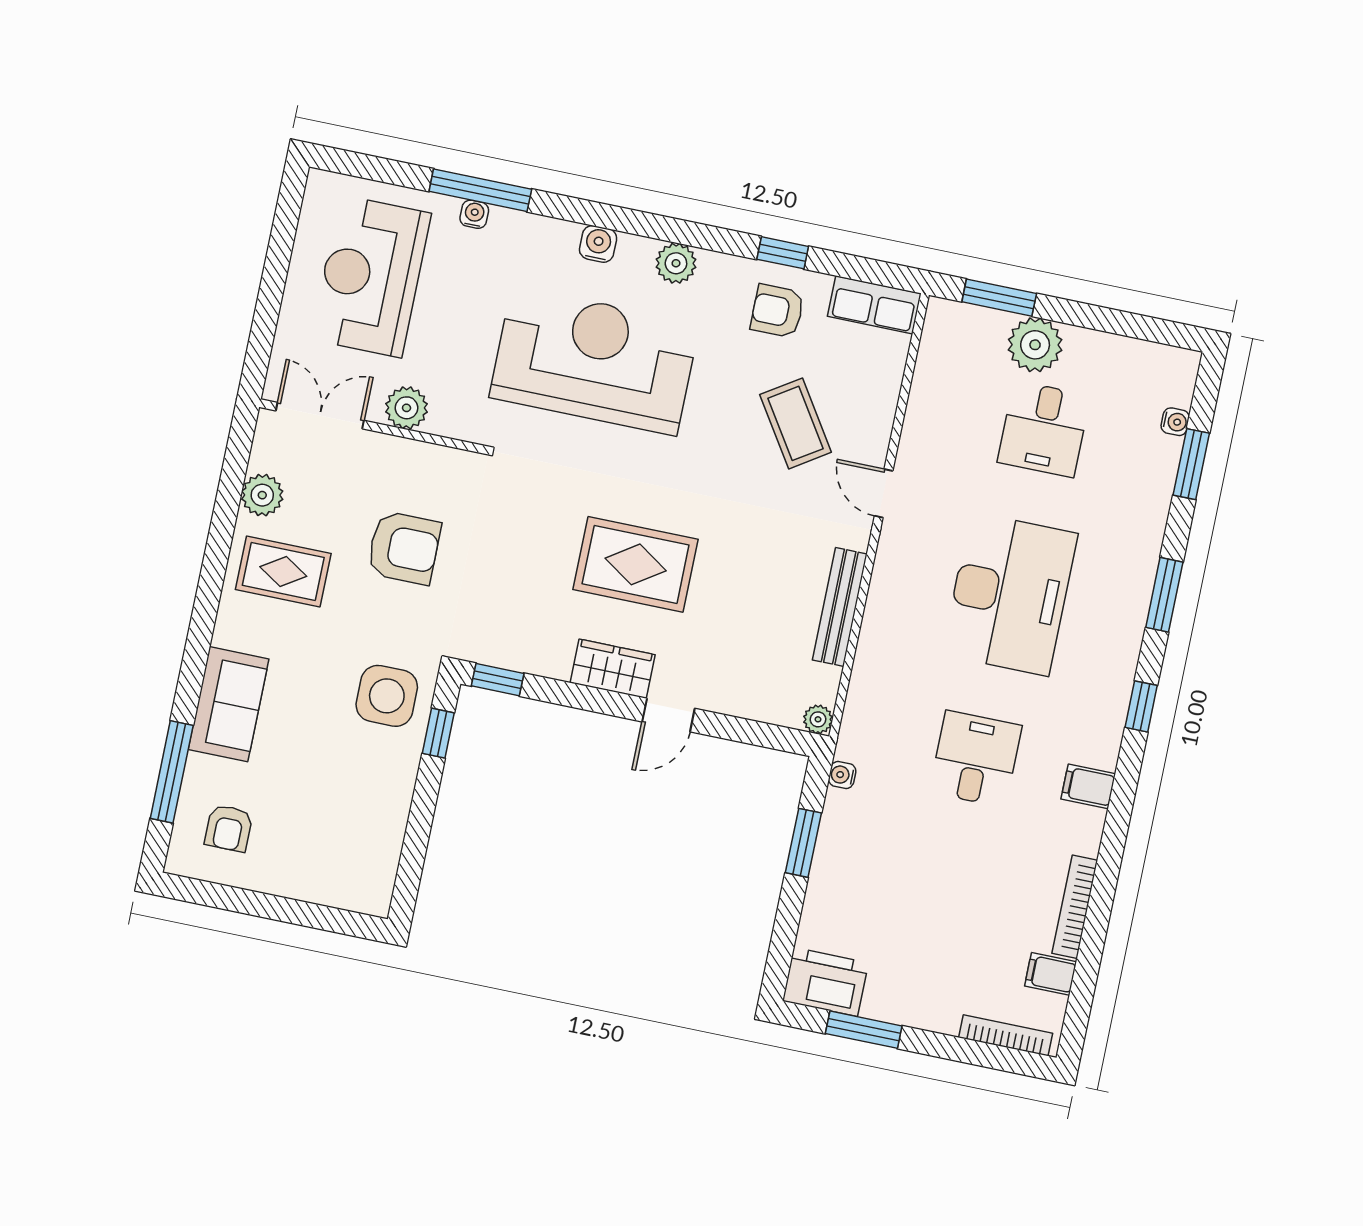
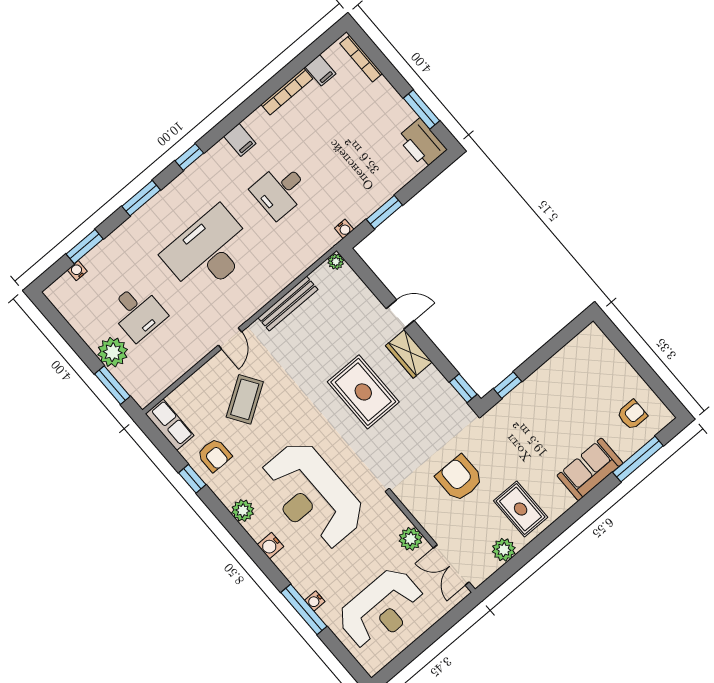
desk: (1044, 429) -> (137, 312), turned 90
side table: (387, 696) -> (517, 419), removed

